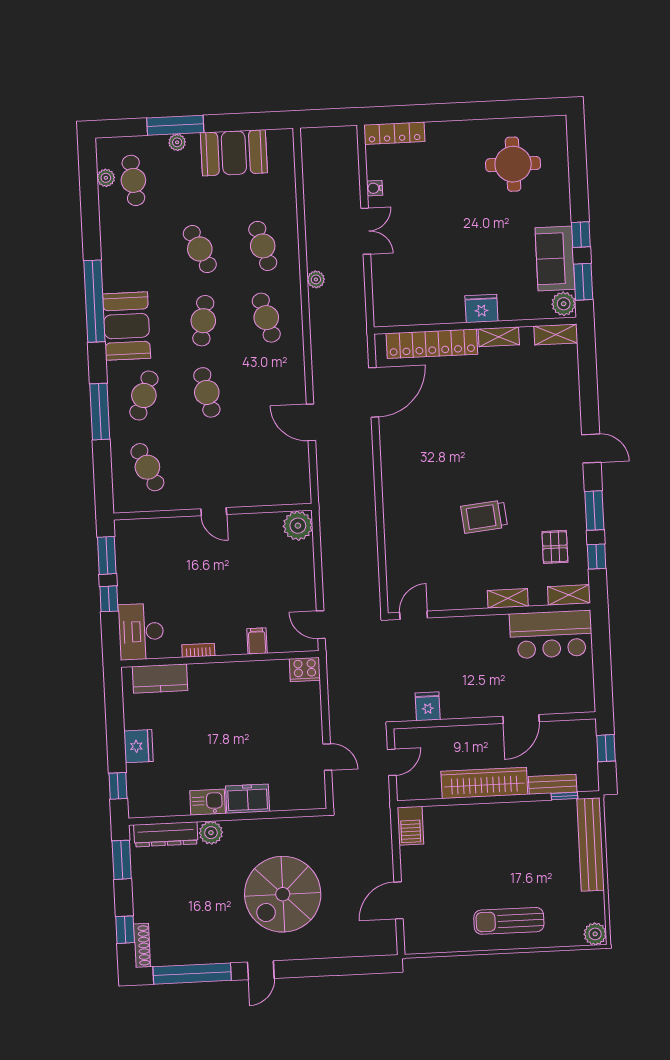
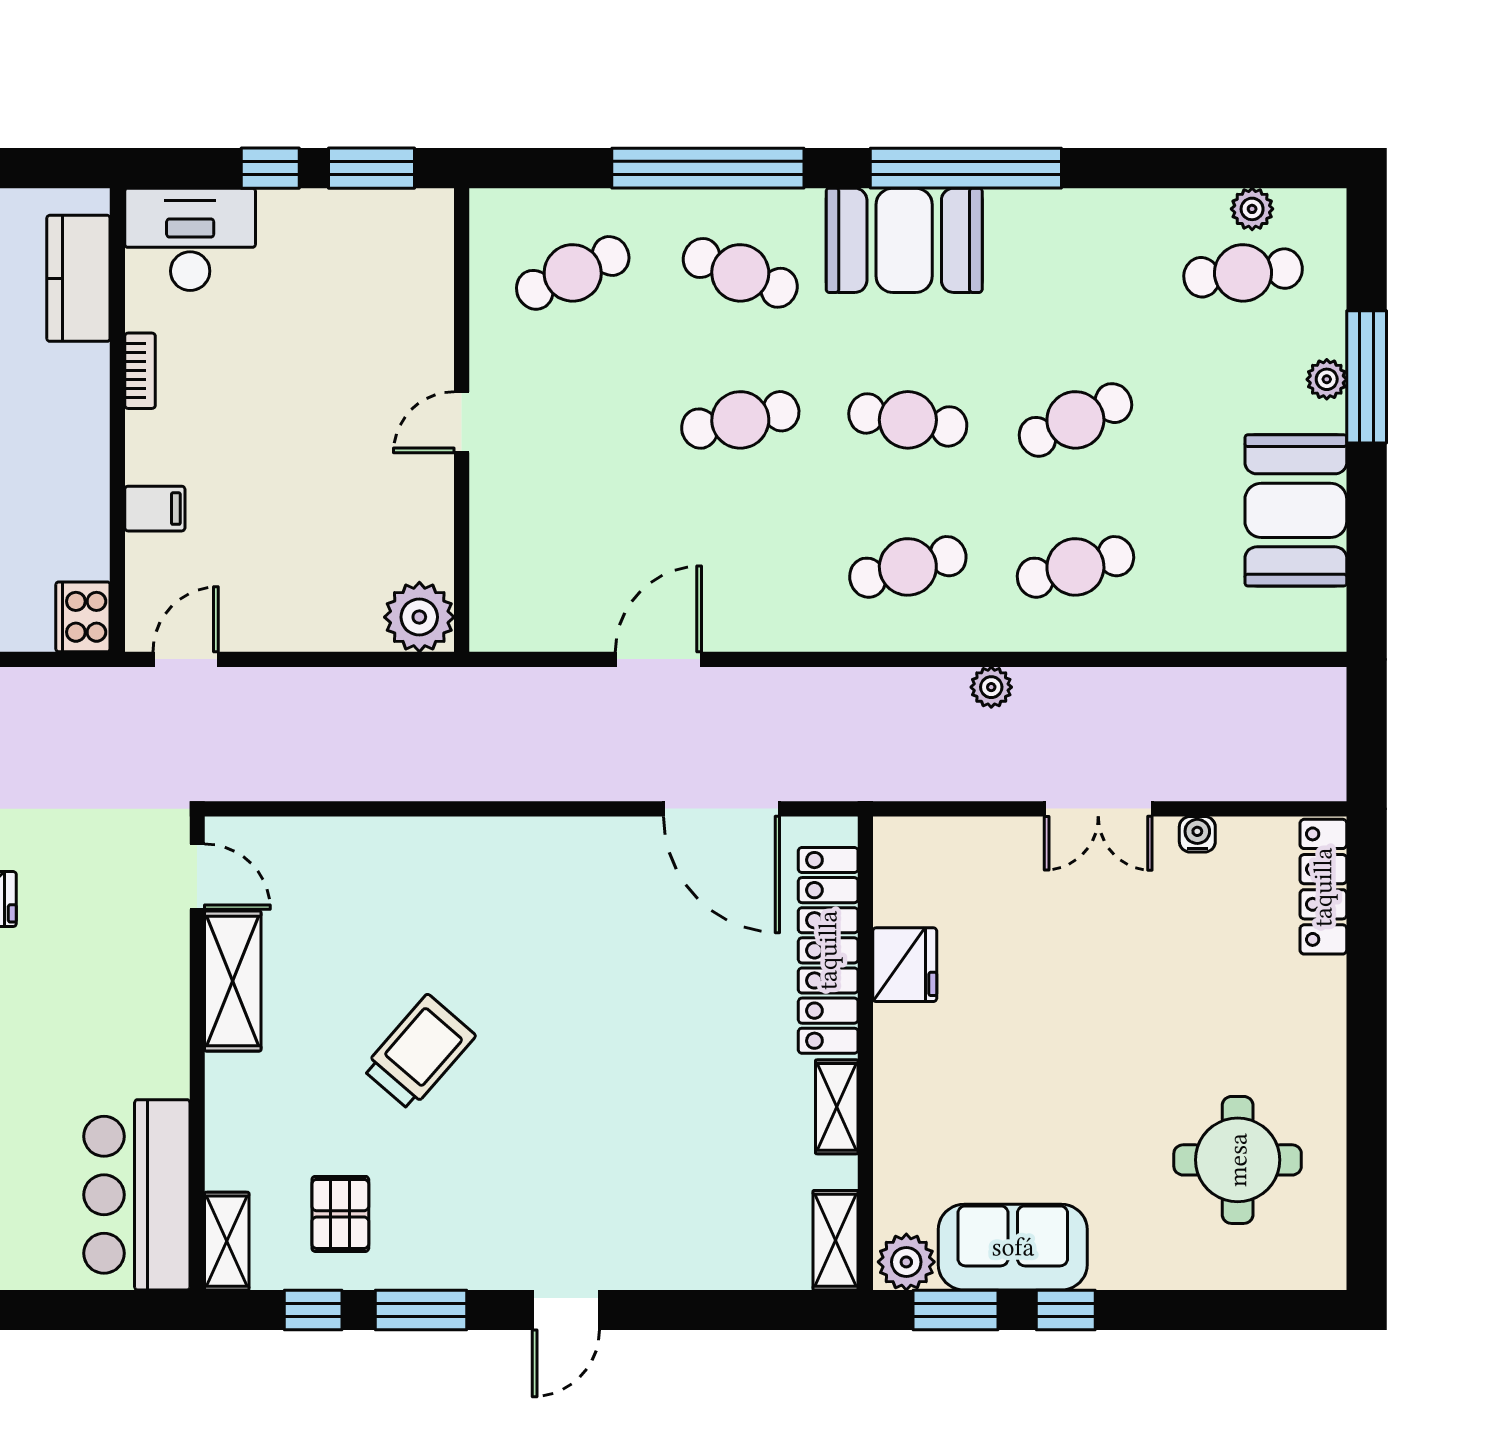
fridge: (481, 308) -> (905, 965), moved
window: (100, 412) -> (708, 168), width x1.46
trolley: (484, 517) -> (419, 1052), turned 47
pallet: (555, 547) -> (340, 1214), turned 90
shelving: (508, 598) -> (233, 981), moved, width x1.50, depth x1.33

